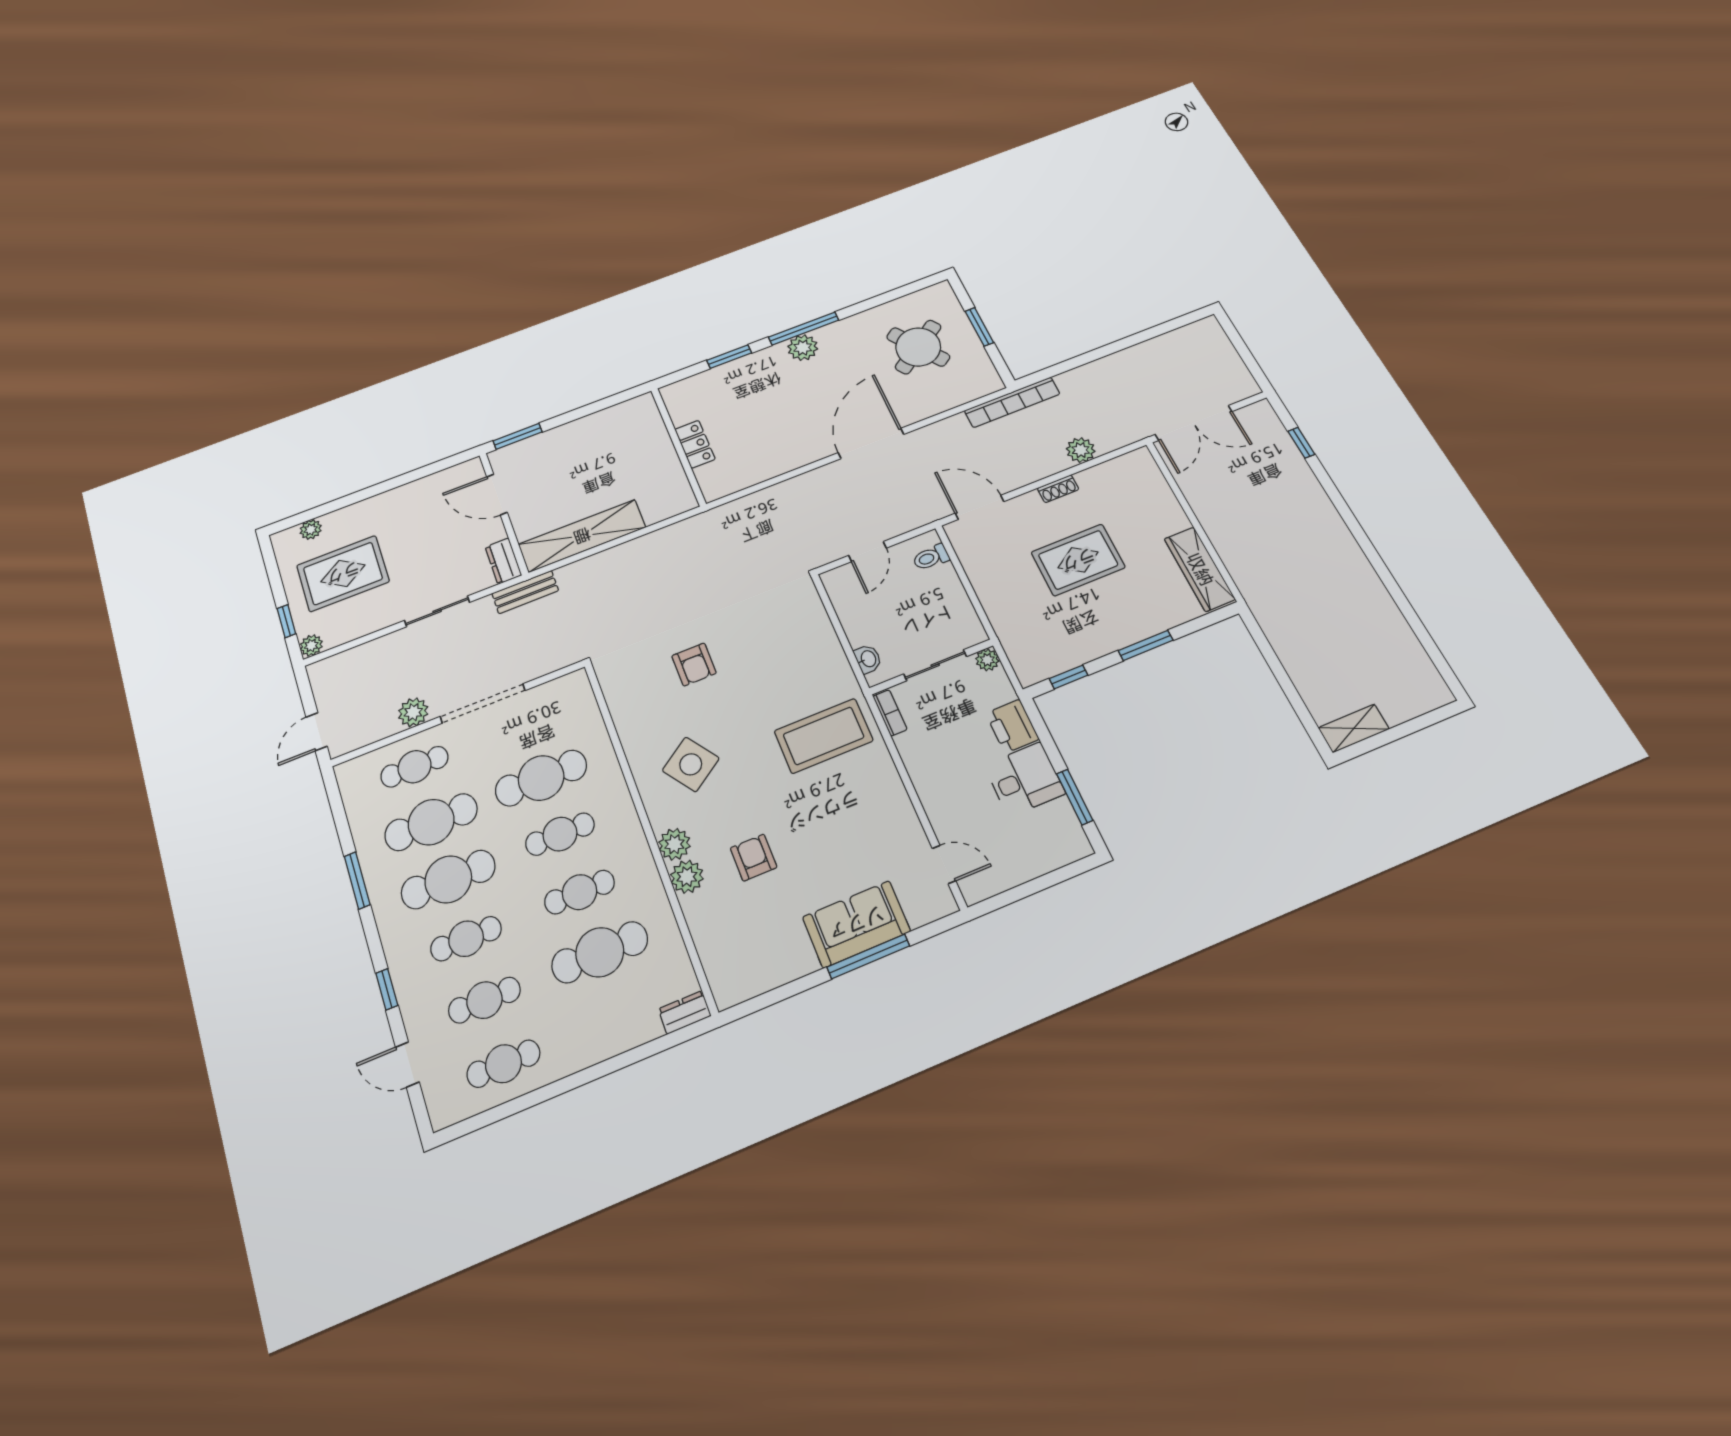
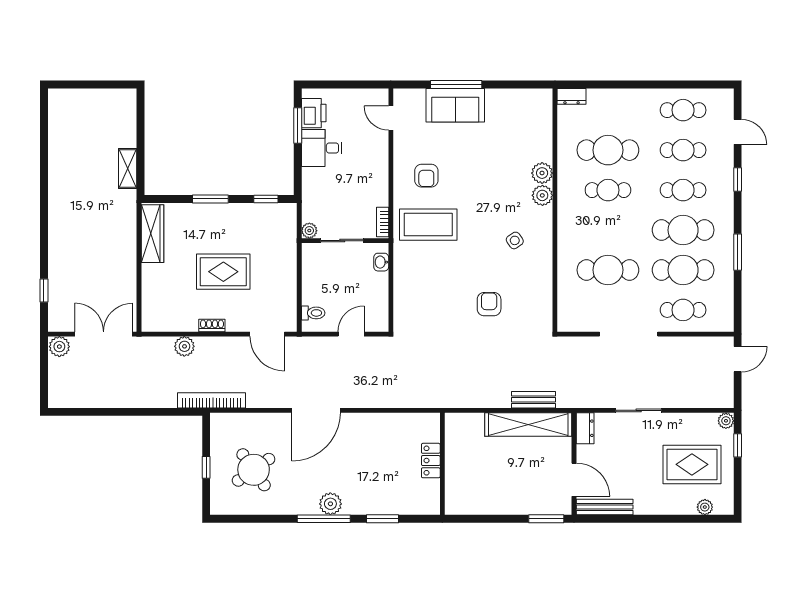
window: (979, 327) -> (206, 467), width x0.67
bench: (445, 479) -> (605, 507), added
bench: (525, 592) -> (533, 400), moved
plant: (413, 712) -> (59, 347), moved
printer: (1012, 726) -> (314, 113), moved
shelving: (1354, 728) -> (128, 168), moved, turned 90
side table: (691, 764) -> (515, 240), width x0.54, depth x0.54
cafe table: (560, 834) -> (608, 230), removed
armchair: (754, 858) -> (426, 176), moved

